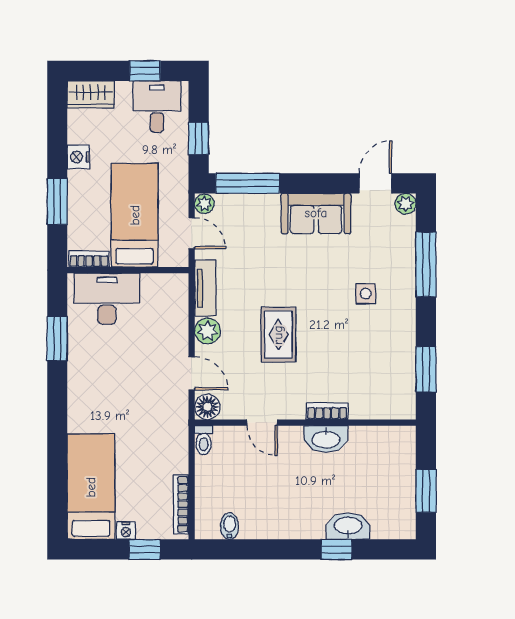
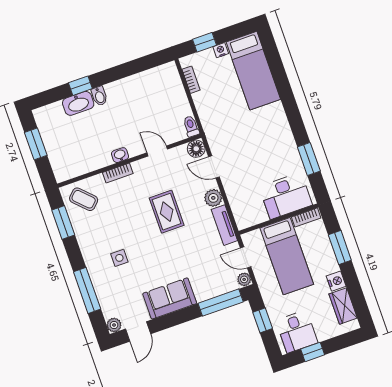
wardrobe: (91, 95) -> (343, 306), moved, turned -90
coffee table: (387, 392) -> (84, 199), added
washbasin: (326, 439) -> (120, 155), width x0.52, depth x0.69
bookcase: (181, 504) -> (191, 80), width x0.64
bidet: (230, 526) -> (99, 96), moved

